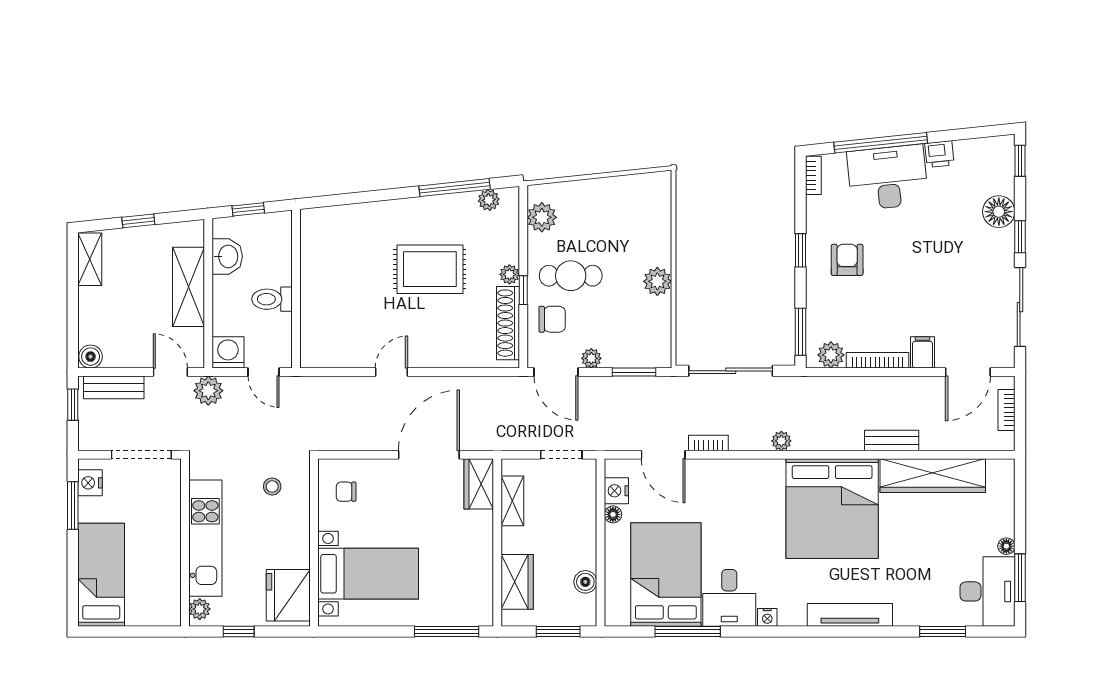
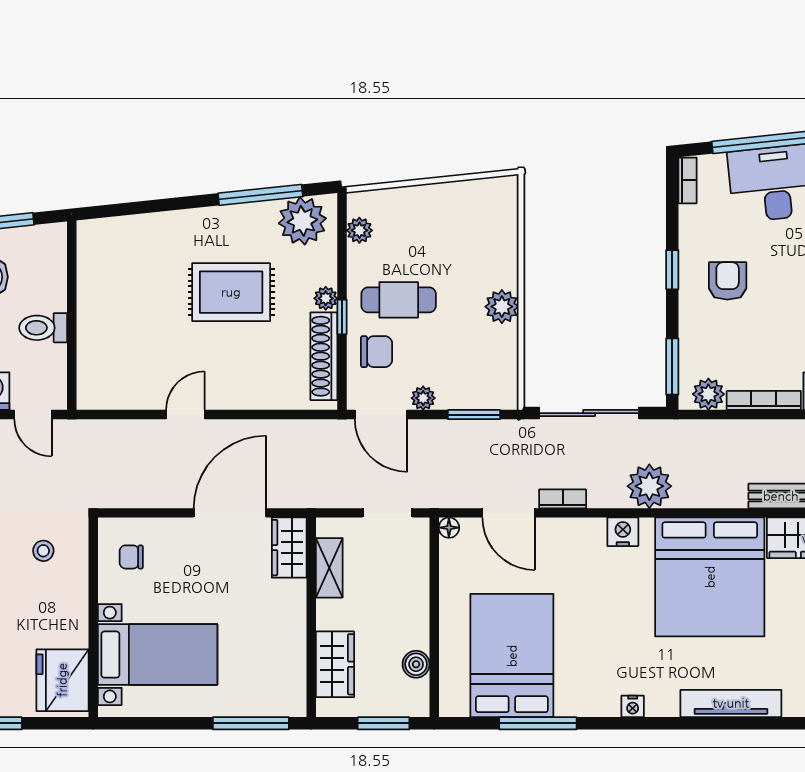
plant: (489, 200) -> (302, 221), width x1.87, depth x1.87
plant: (542, 217) -> (359, 230), width x0.73, depth x0.73
plant: (781, 441) -> (649, 486), width x1.88, depth x1.88
nightstand: (616, 491) -> (623, 532), moved, turned 90
floor lamp: (613, 514) -> (449, 528), moved
desk: (729, 598) -> (587, 683), removed

